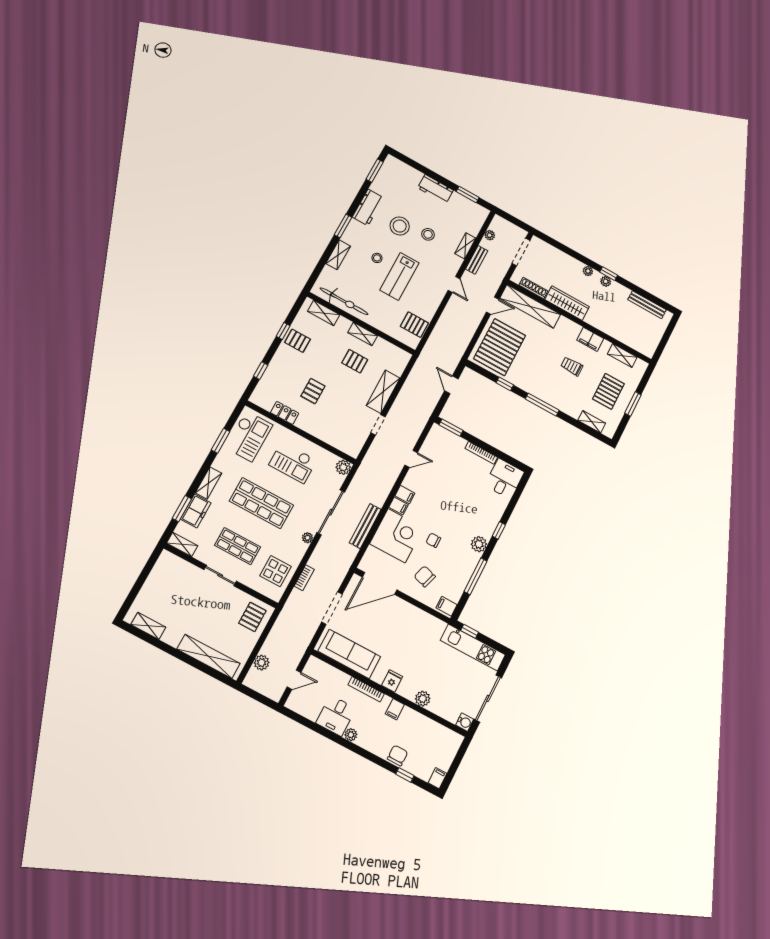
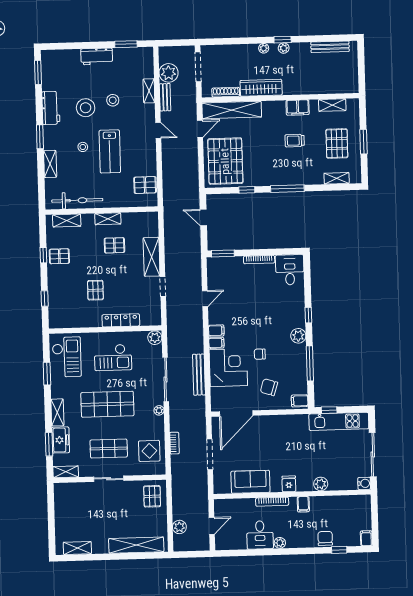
plant: (490, 235) -> (169, 73), width x1.87, depth x1.87
locker: (285, 413) -> (121, 320), moved, width x1.53
sofa: (349, 654) -> (250, 482), width x0.73

